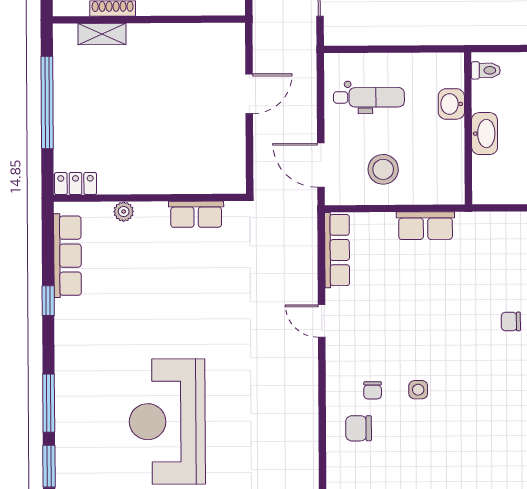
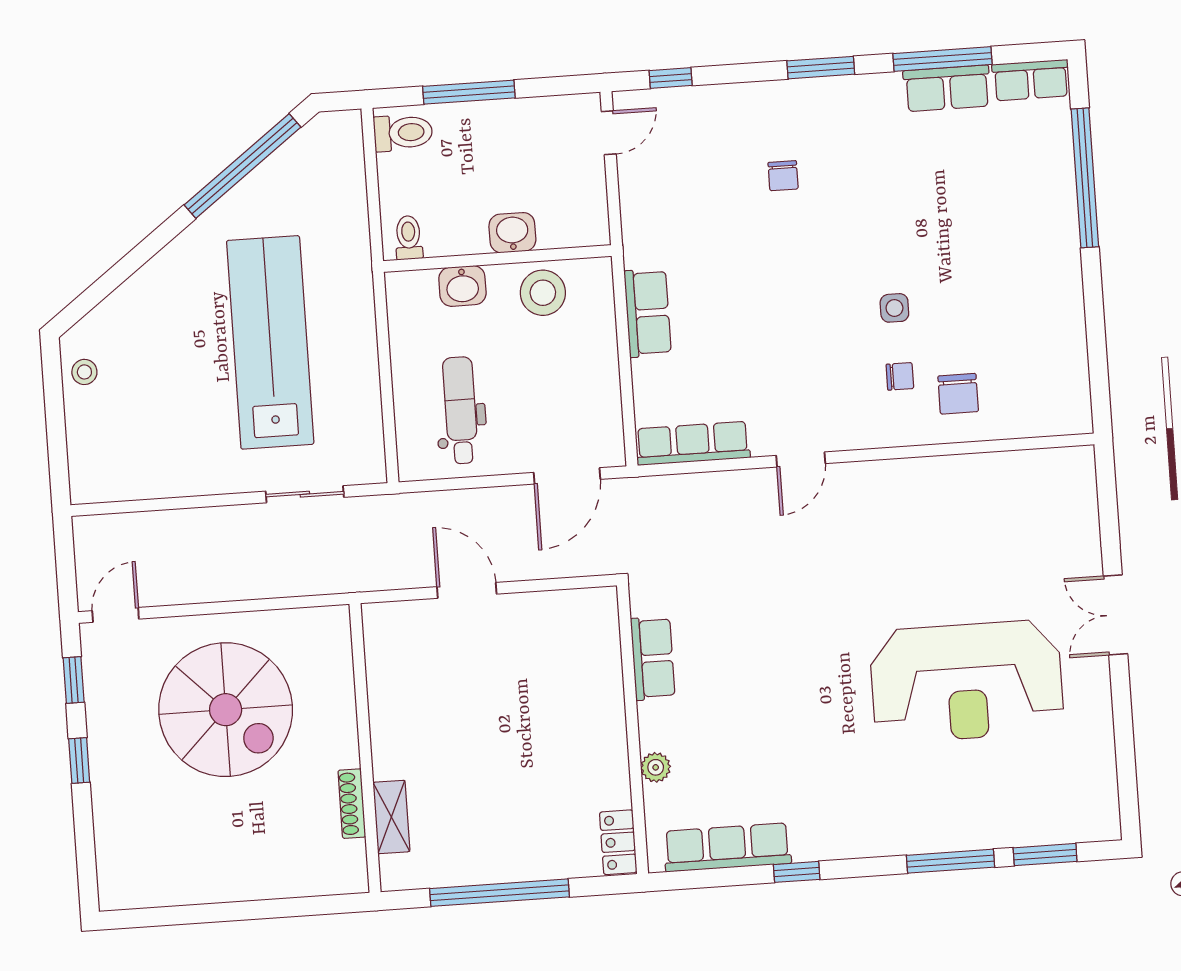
washbasin: (485, 134) -> (512, 233), width x0.72
stool: (383, 169) -> (543, 293), moved

